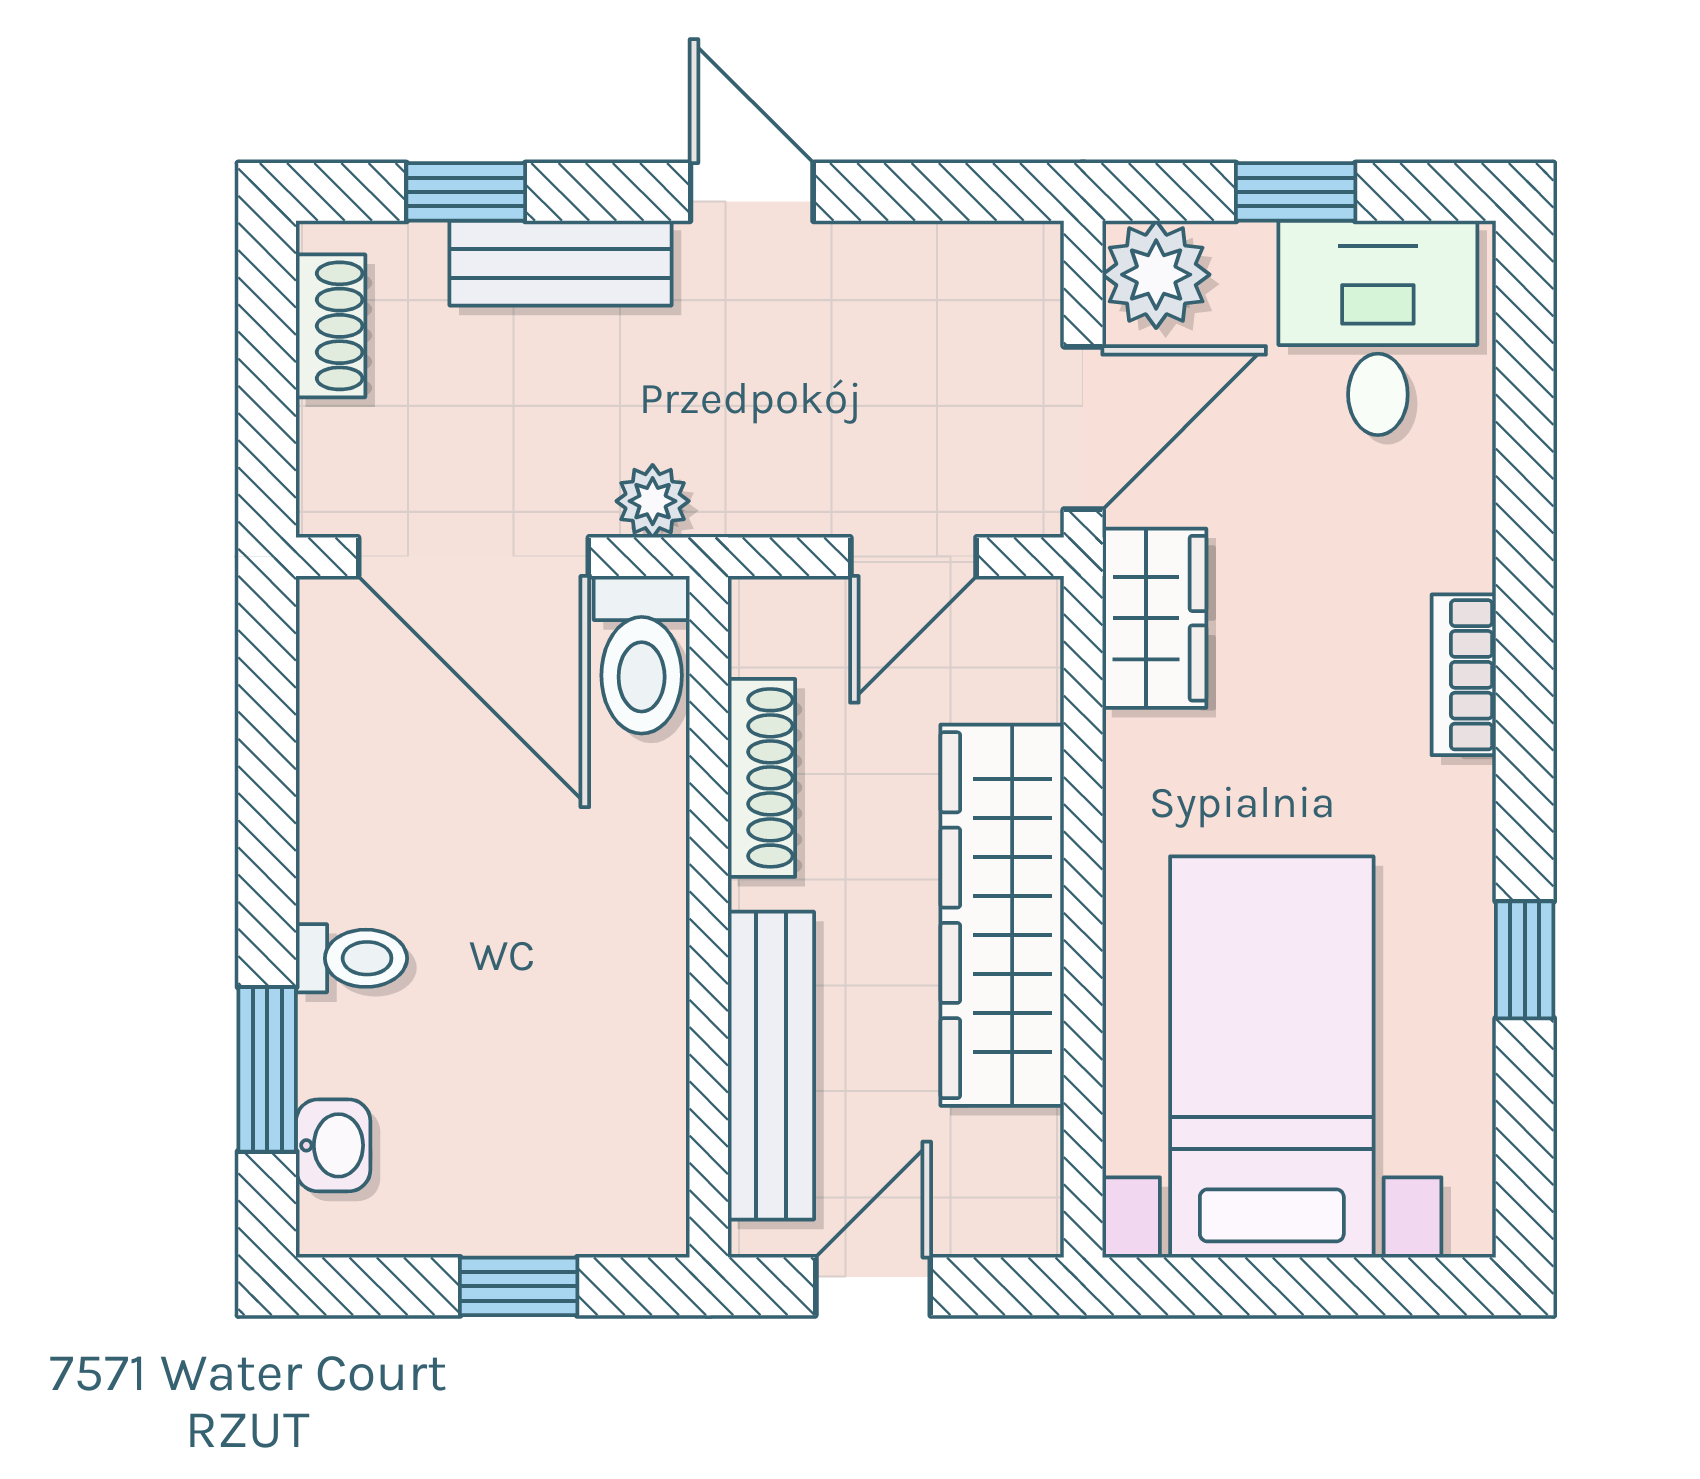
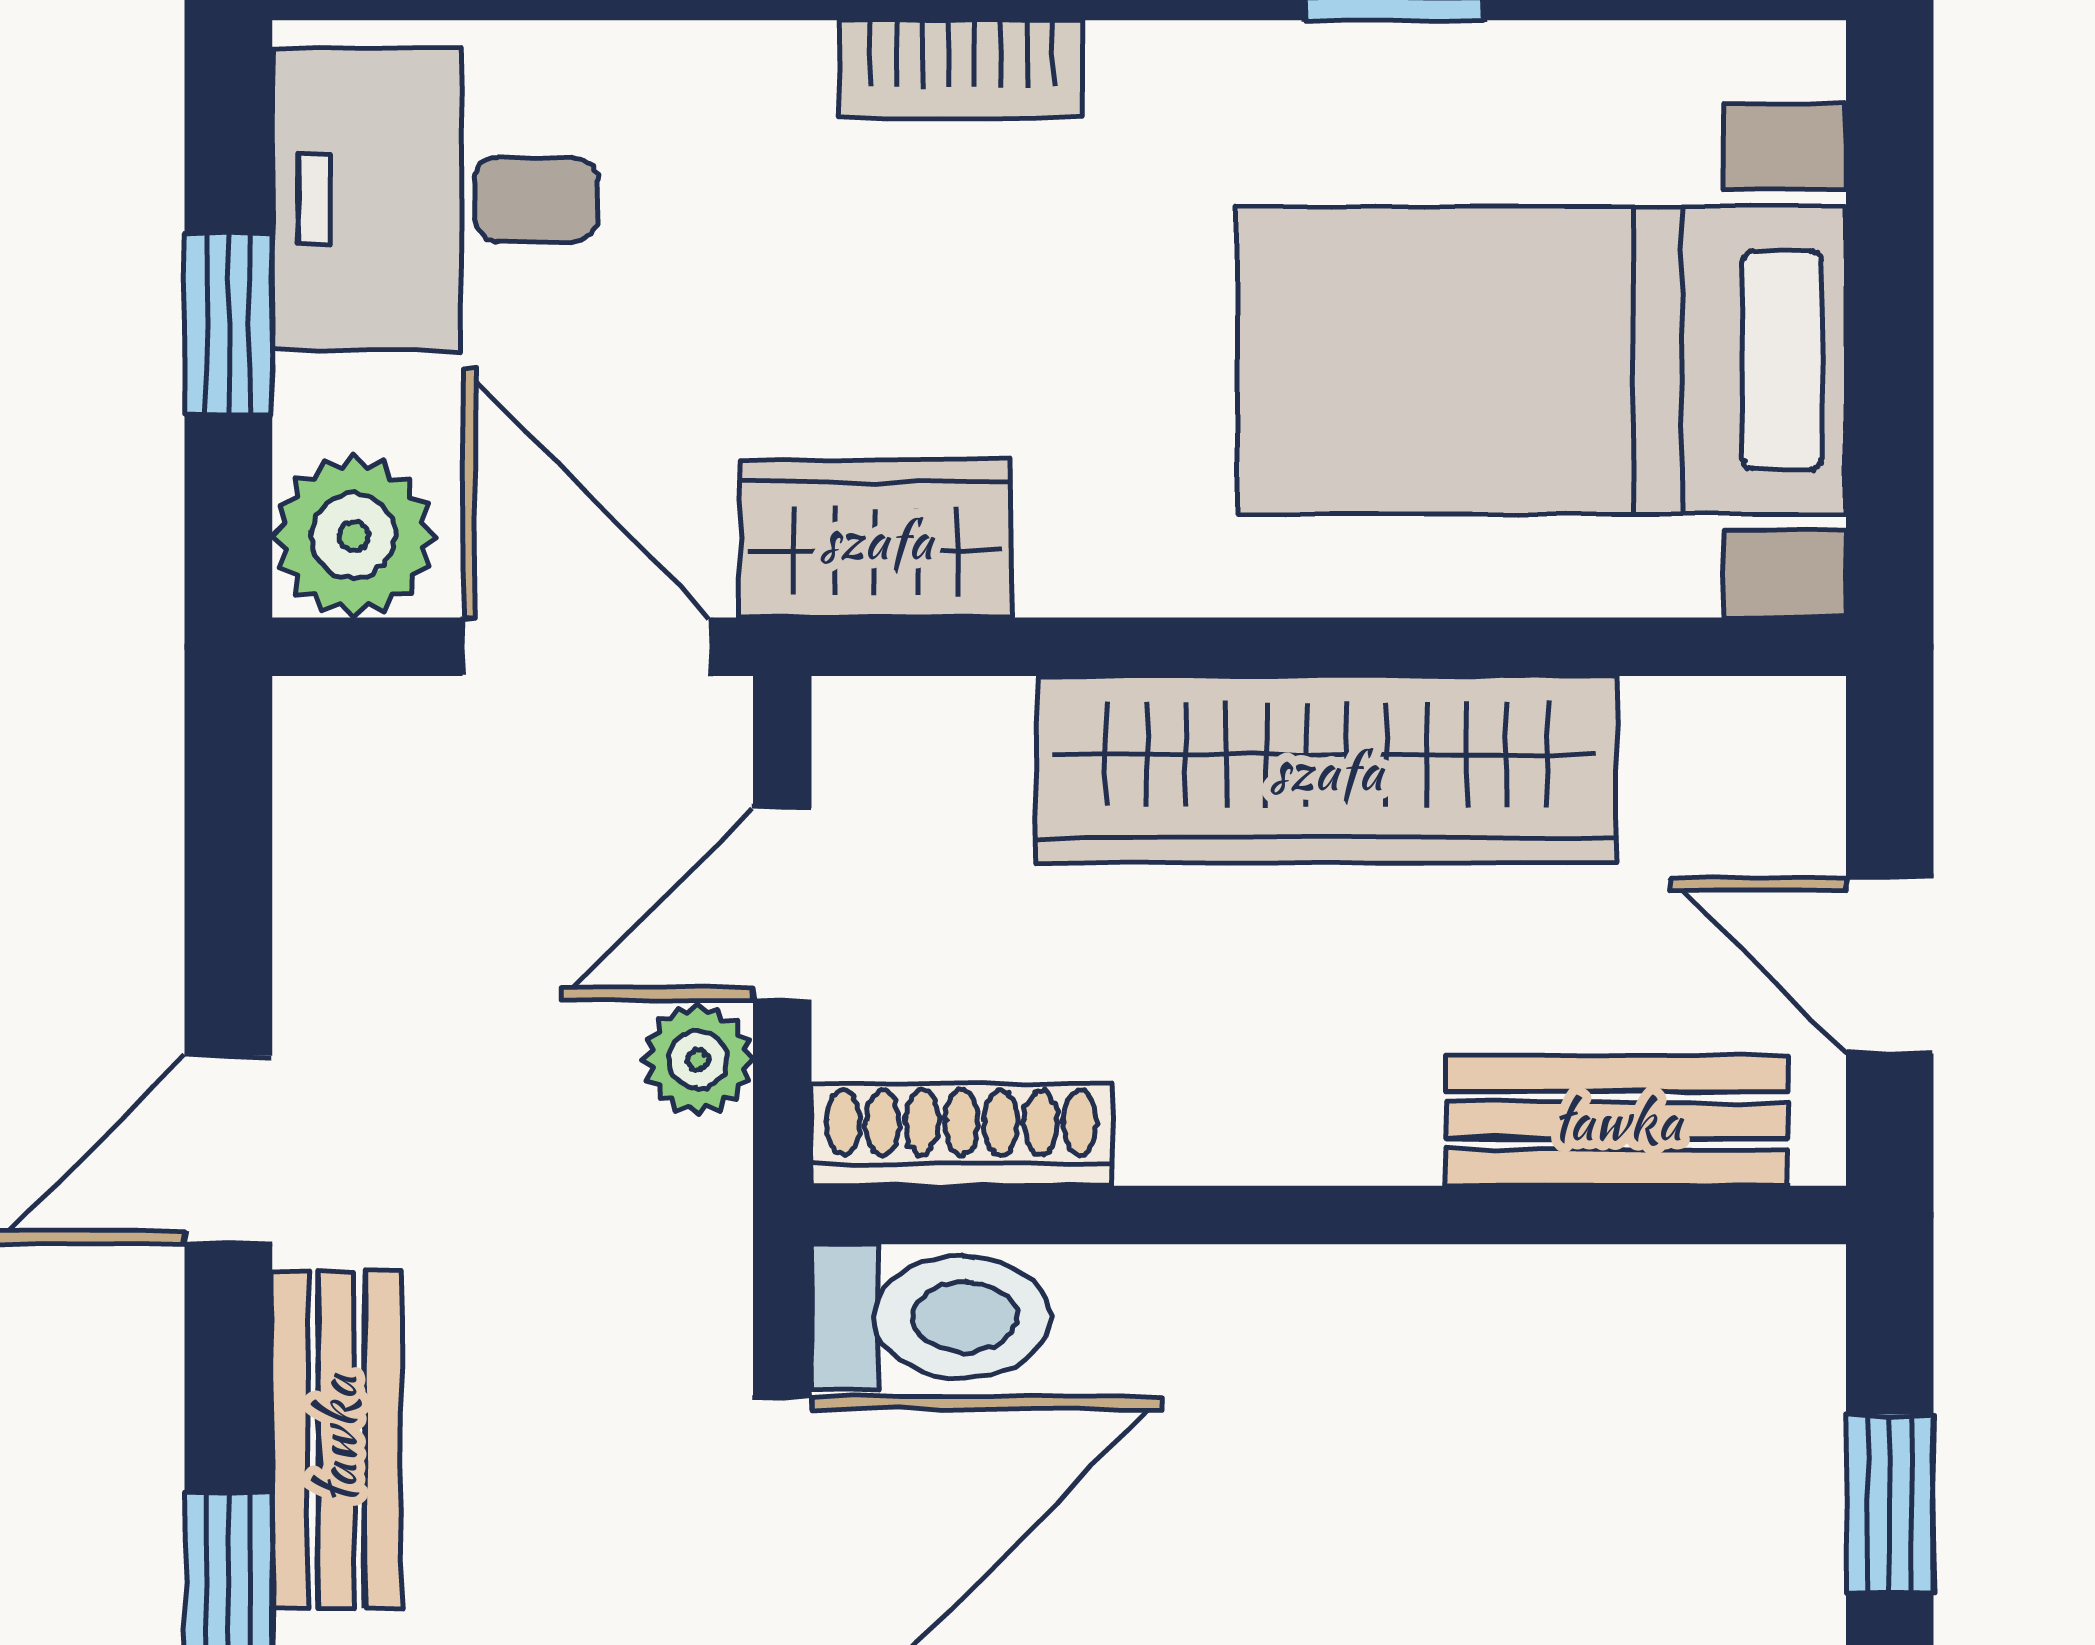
plant: (653, 501) -> (698, 1060), moved
door: (913, 557) -> (782, 904), swing flipped
shoe rack: (762, 778) -> (962, 1135), moved
bench: (771, 1066) -> (1617, 1120), width x0.73

